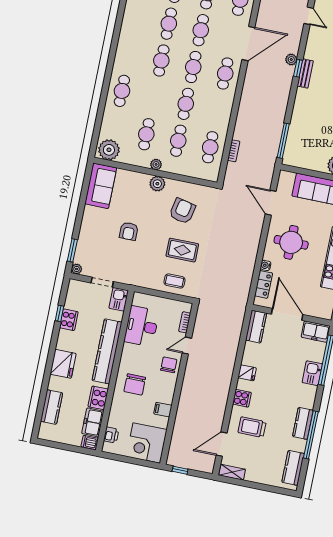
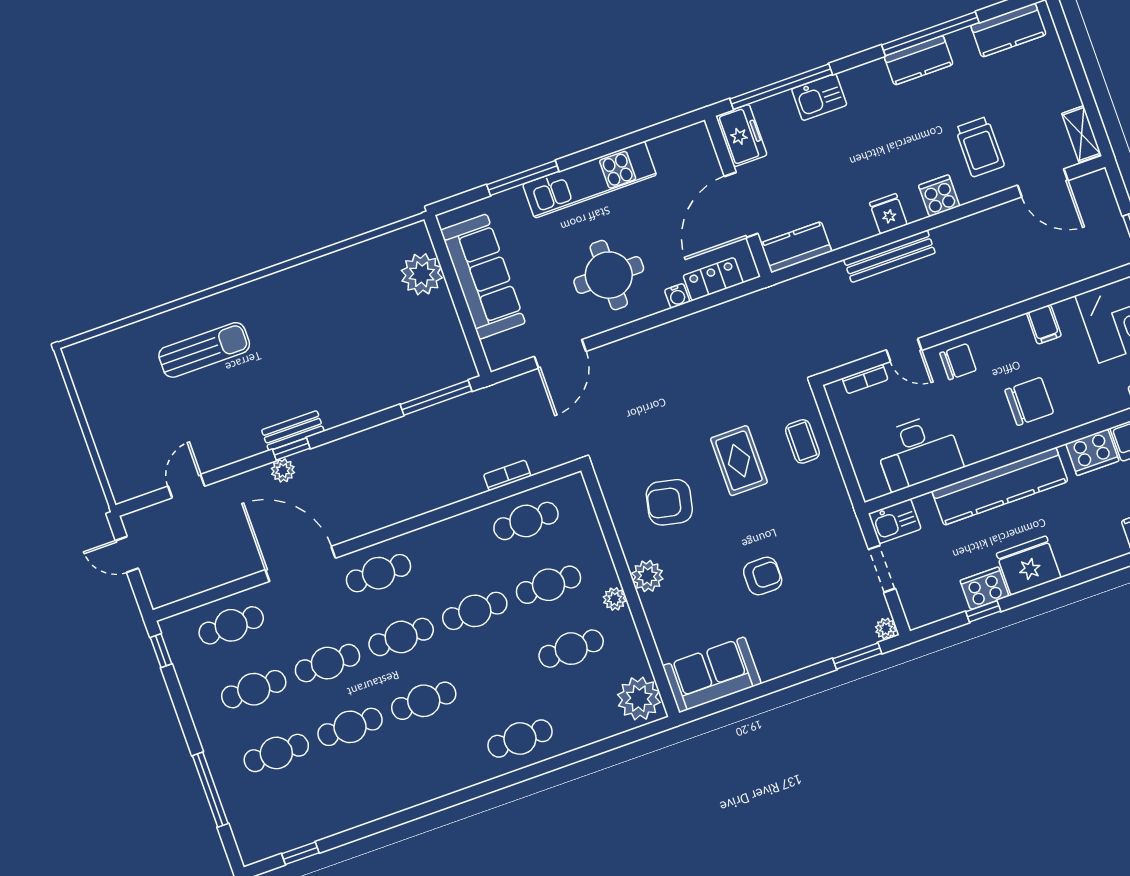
bench: (229, 363) -> (889, 256), added
fridge: (63, 364) -> (1029, 566), moved
chair: (169, 365) -> (958, 362), turned 180

